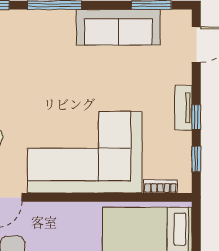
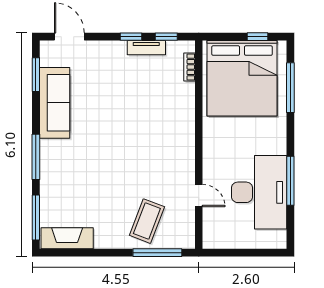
tv unit: (183, 108) -> (146, 48), moved
corner sofa: (85, 152) -> (161, 131), removed

